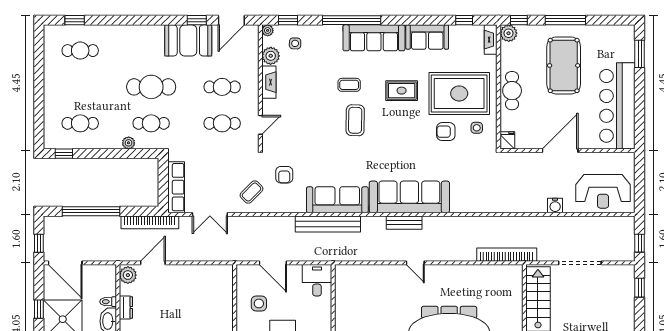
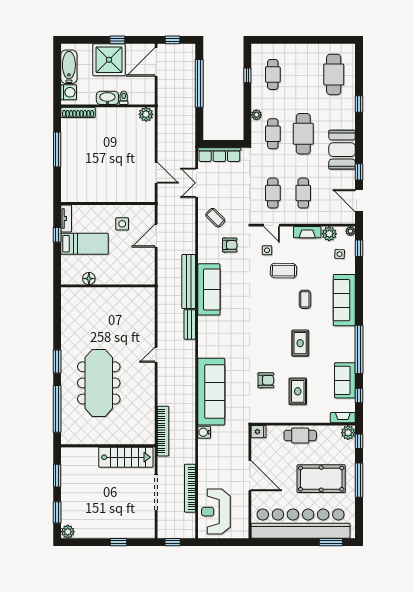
window: (75, 20) -> (359, 104), moved
window: (352, 20) -> (359, 349), moved
sofa: (427, 37) -> (345, 380), moved
sofa: (374, 38) -> (344, 300), moved
booth: (188, 40) -> (342, 150), moved
cafe table: (80, 51) -> (334, 74), width x1.37, depth x1.35
rug: (459, 93) -> (298, 391), width x0.54, depth x0.49
bar counter: (617, 106) -> (301, 524), width x1.36
coffee table: (355, 120) -> (283, 271), moved
side table: (477, 128) -> (267, 250), moved
armchair: (446, 132) -> (266, 380), turned 90
window: (64, 154) -> (247, 75), moved
armchair: (284, 175) -> (230, 245), turned 180
sofa: (409, 197) -> (211, 392), moved
water cooler: (555, 205) -> (204, 432), moved
bookcase: (150, 222) -> (190, 488), moved
bench: (404, 223) -> (190, 325), moved
door: (153, 263) -> (156, 173), moved
desk: (317, 280) -> (142, 272), removed
window: (640, 288) -> (119, 542), moved
dresser: (126, 307) -> (119, 113), removed

